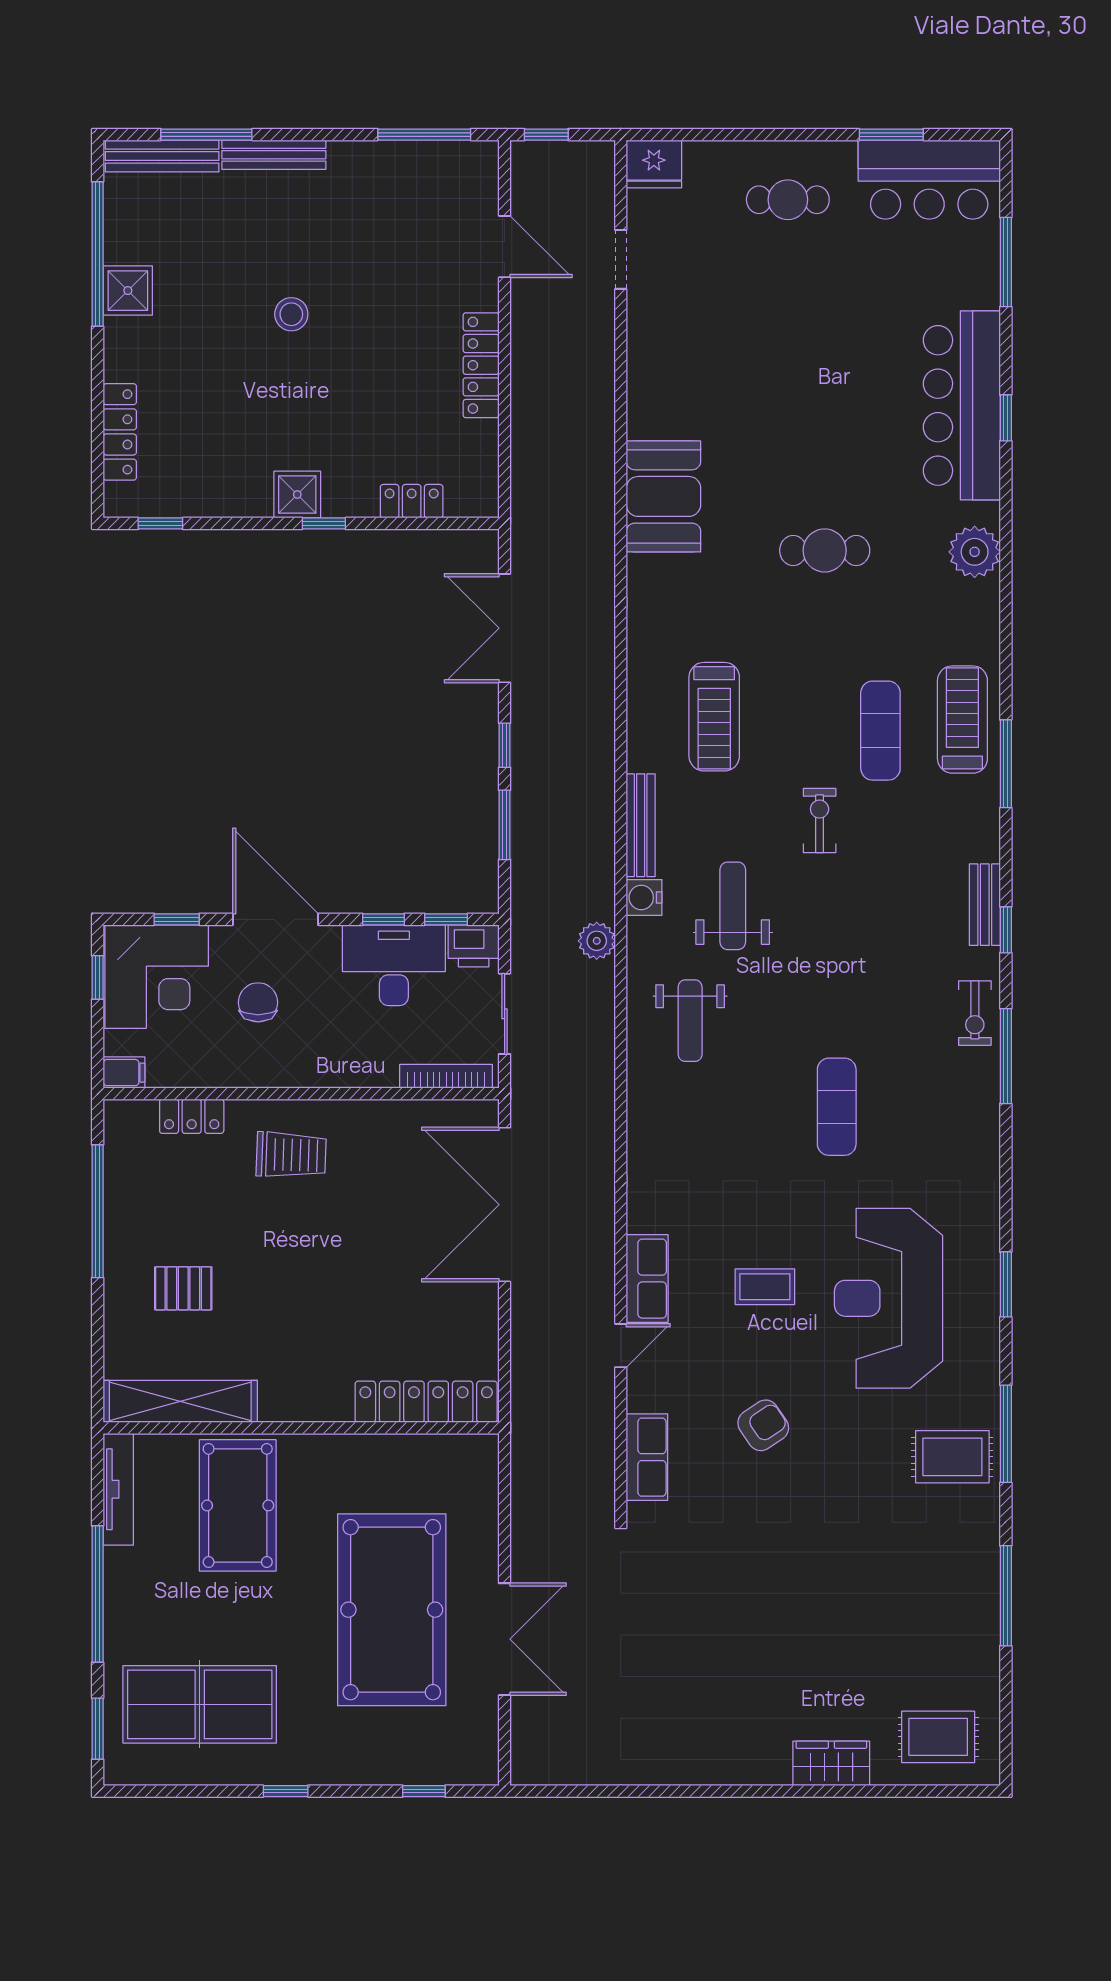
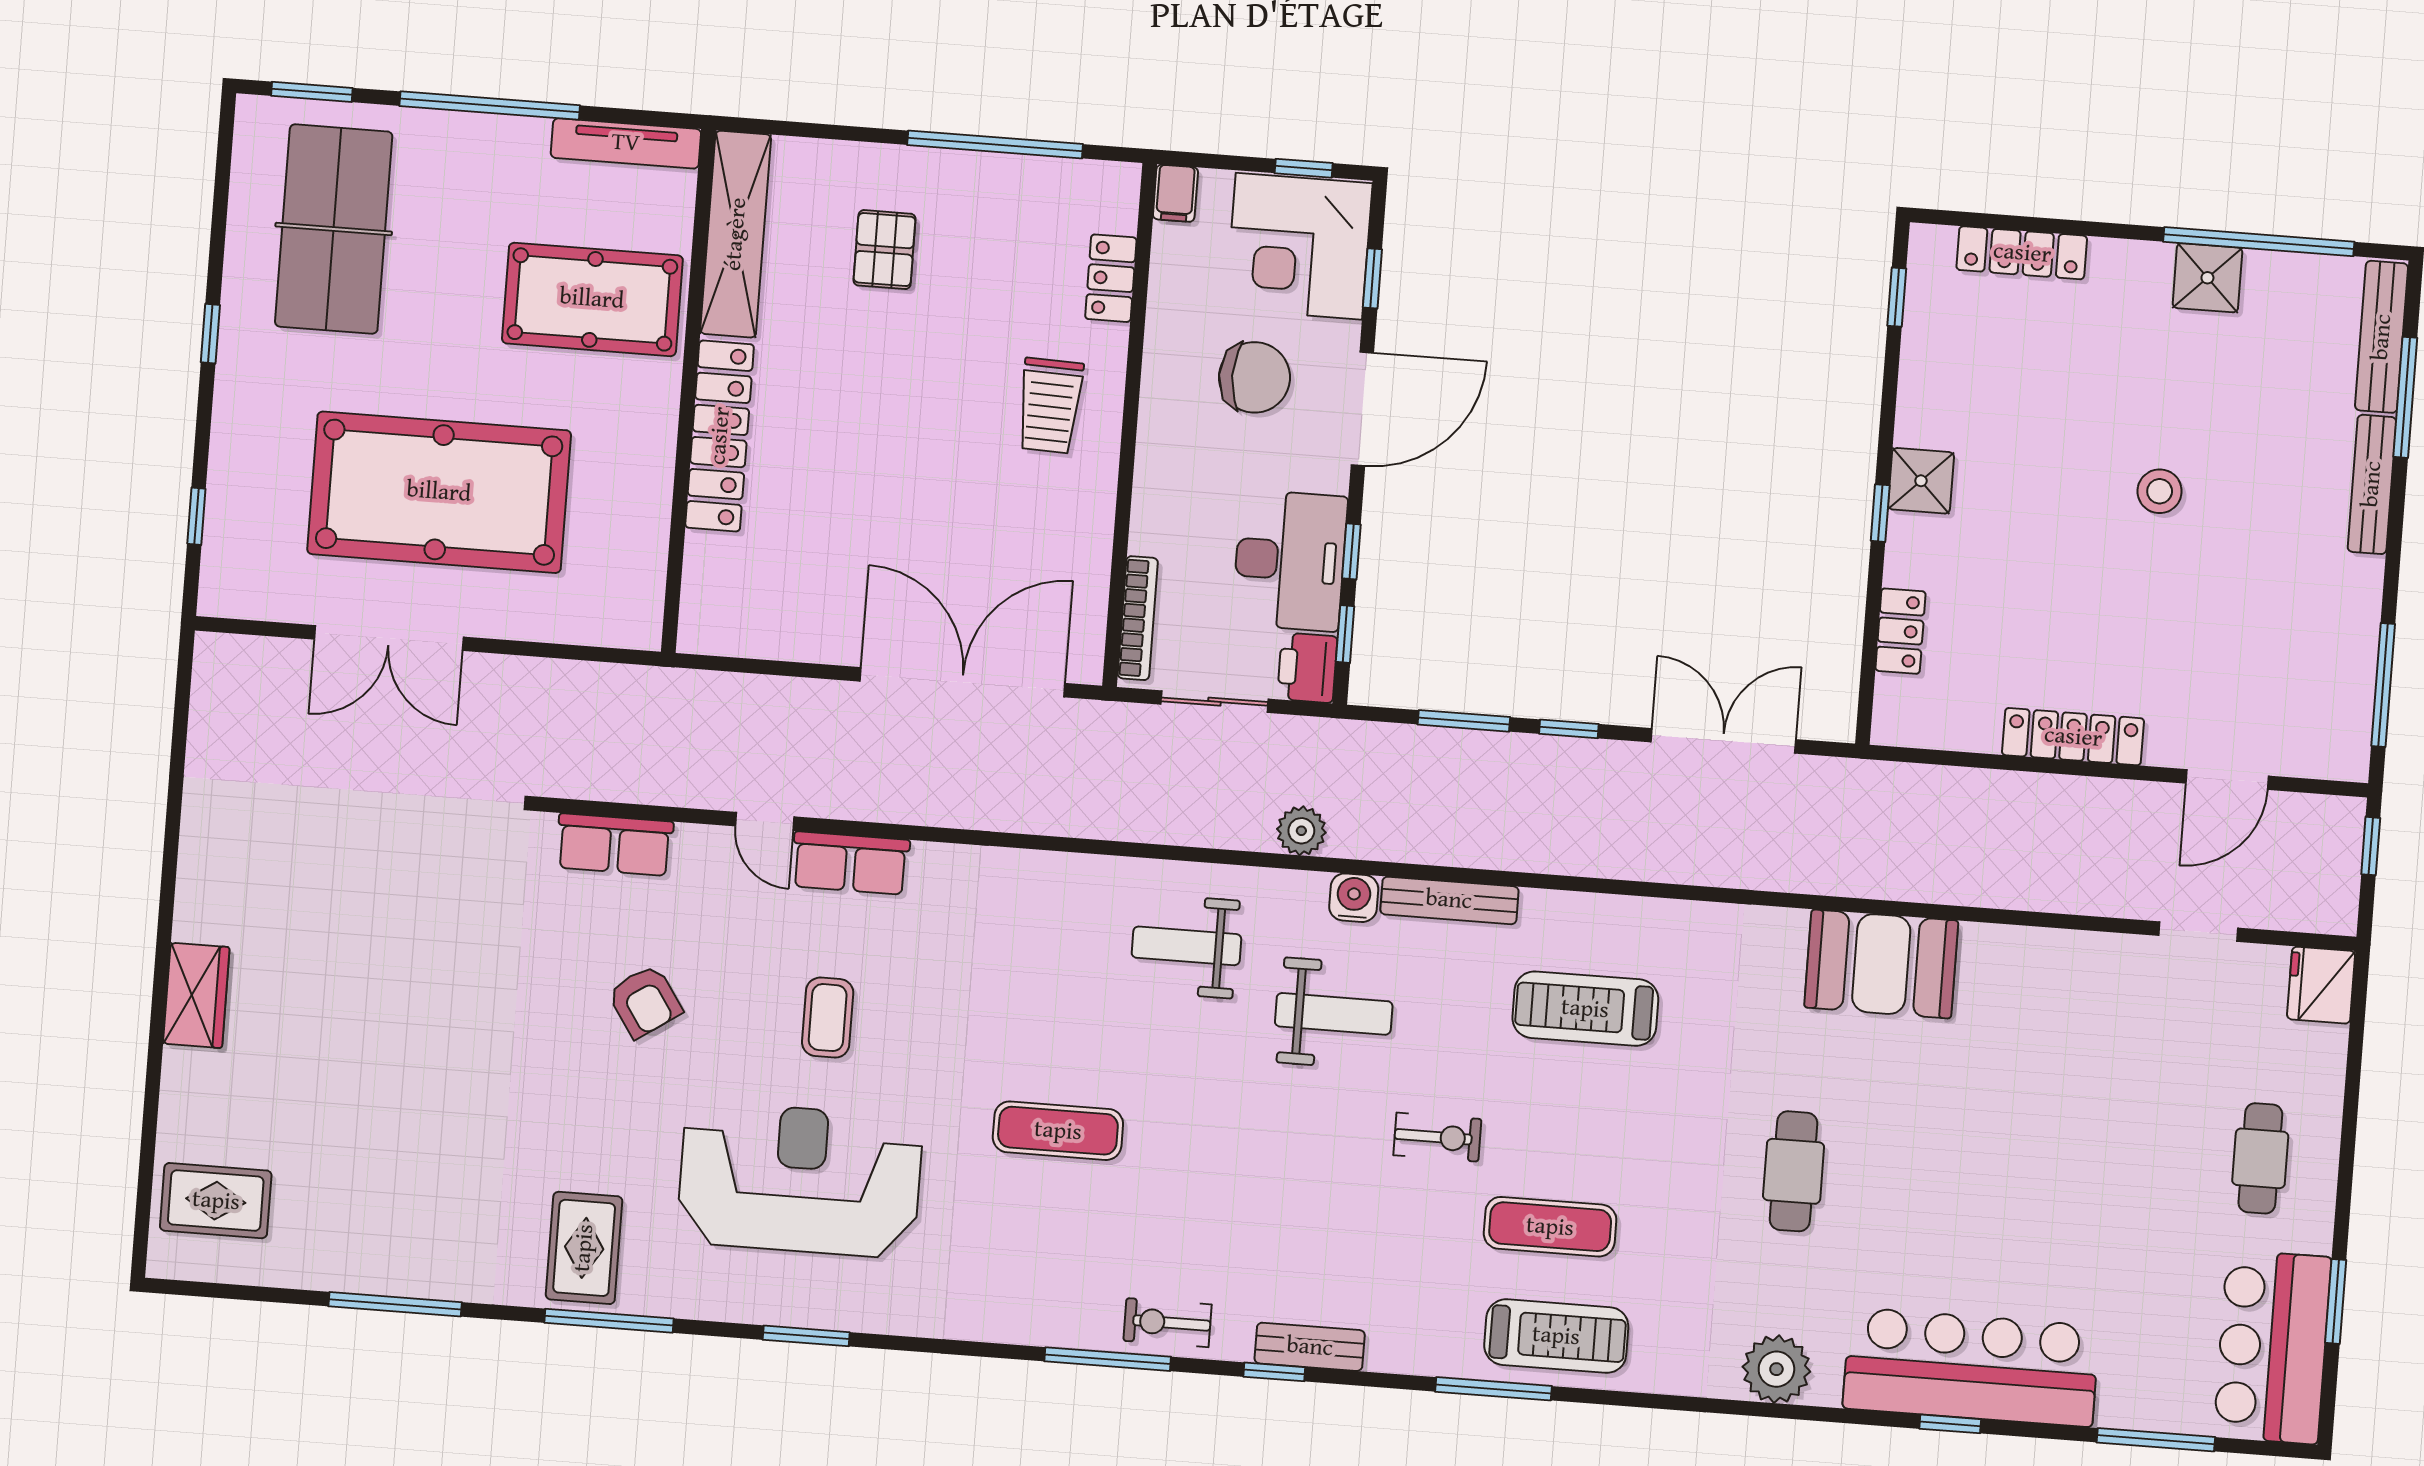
chair: (258, 1002) -> (1255, 377), width x1.37, depth x1.37
locker: (426, 1402) -> (720, 436), moved
rug: (938, 1737) -> (216, 1201), turned 90
wardrobe: (831, 1763) -> (196, 995), moved

